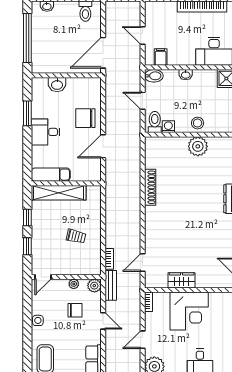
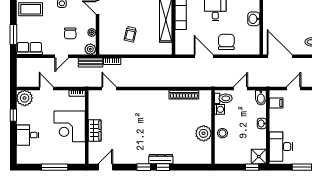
shoe rack: (150, 187) -> (184, 95), moved
wardrobe: (182, 280) -> (95, 131), moved

